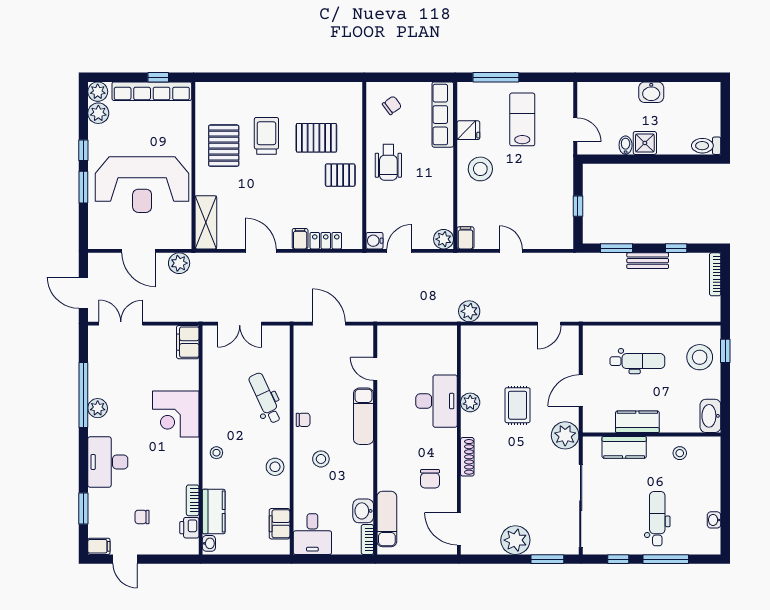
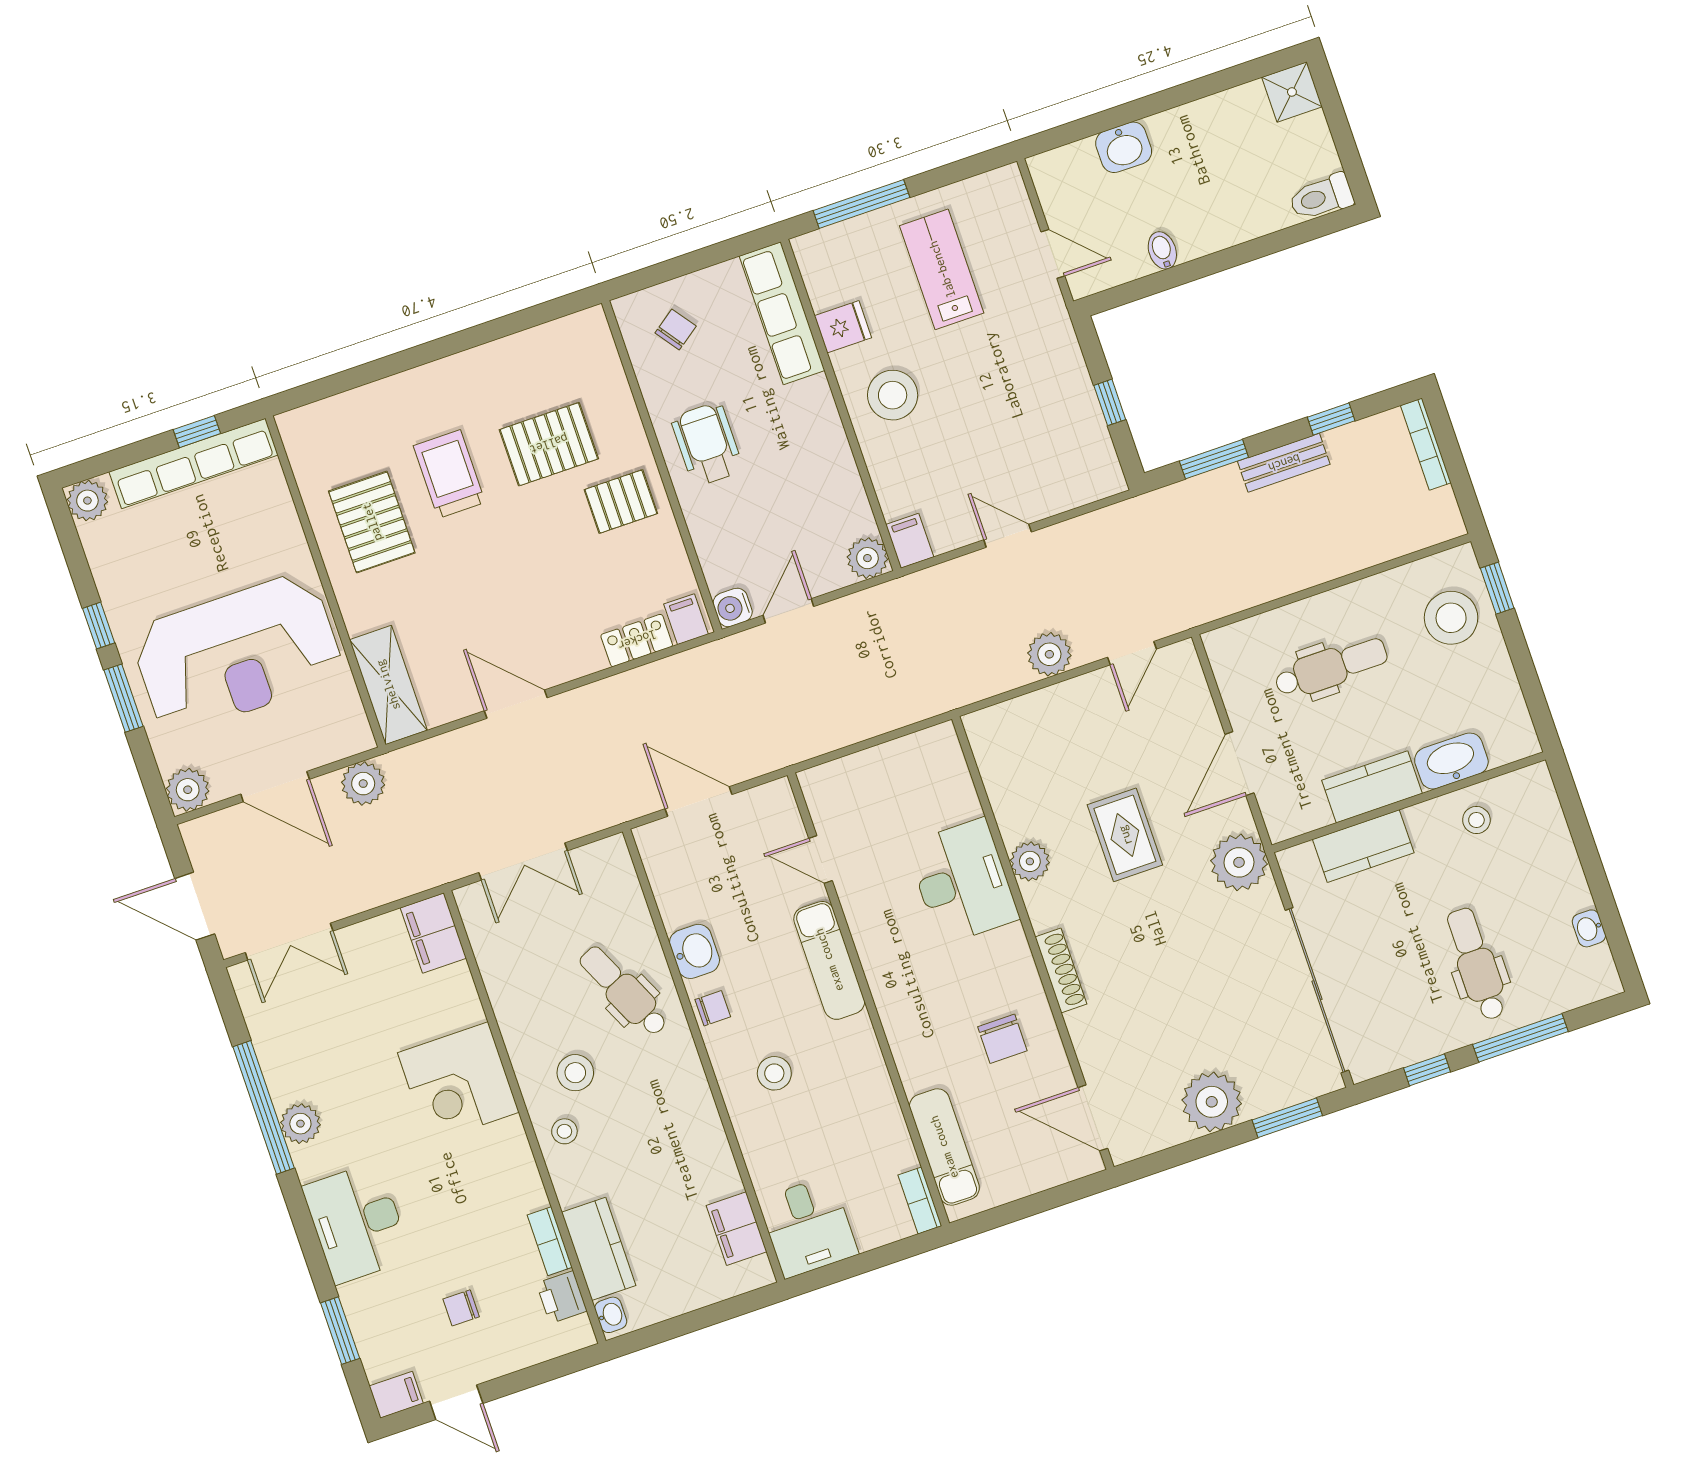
washbasin: (651, 92) -> (1124, 147), moved
plant: (98, 113) -> (188, 790), moved
shower: (645, 143) -> (1292, 92), moved
wheelchair: (388, 162) -> (707, 444), turned 180
filing cabinet: (300, 239) -> (686, 619), moved
plant: (469, 311) -> (1049, 654), moved
double door: (121, 324) -> (289, 942), swing flipped
washbasin: (710, 416) -> (1451, 761), moved, turned 90
stool: (275, 467) -> (575, 1073), moved
washbasin: (363, 511) -> (694, 951), moved, turned 180

